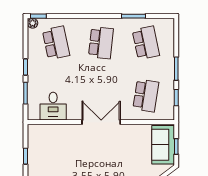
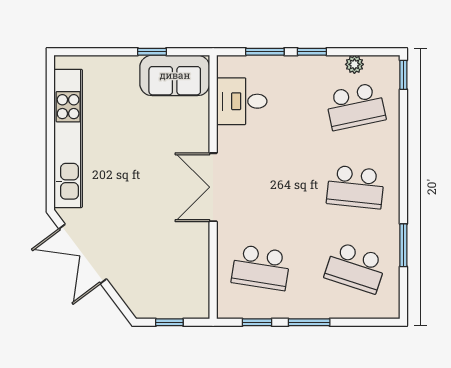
plant: (33, 23) -> (354, 64), moved
school desk: (146, 43) -> (355, 268), turned 30
double door: (101, 122) -> (213, 187), swing flipped
sofa: (163, 145) -> (175, 75), moved, turned 180

